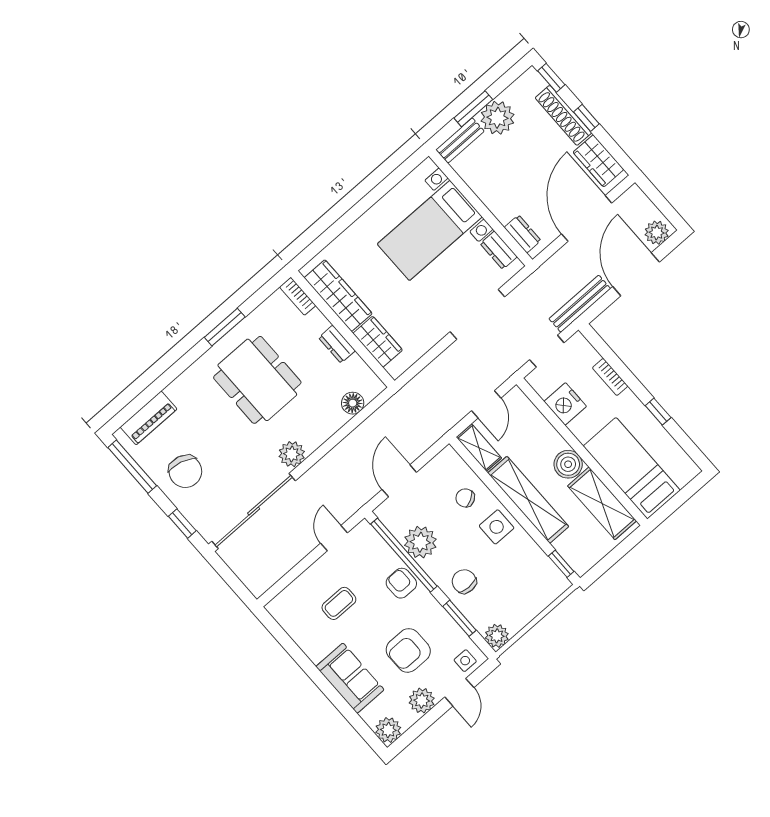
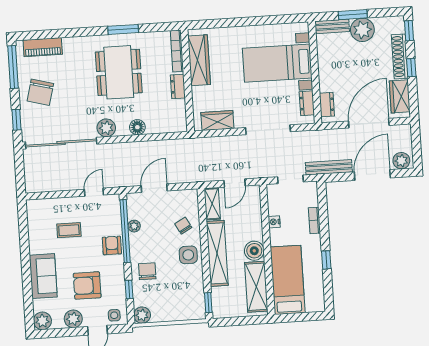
bookcase: (298, 296) -> (177, 51), width x1.56
wardrobe: (378, 342) -> (217, 120), moved, turned -90
floor lamp: (353, 403) -> (137, 127), moved
nightstand: (565, 404) -> (274, 222), width x0.53, depth x0.56
plant: (420, 542) -> (134, 226), width x0.53, depth x0.53
window: (459, 618) -> (129, 289), width x0.67

